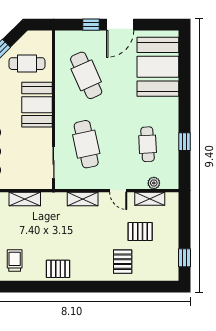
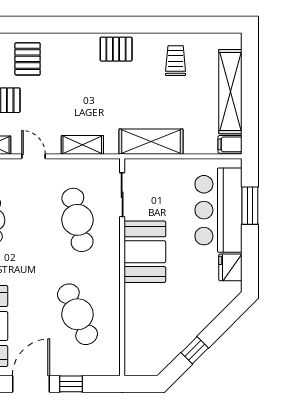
cafe table: (27, 64) -> (159, 330), removed
booth: (37, 105) -> (145, 252), moved
shelving: (25, 199) -> (151, 142), width x1.50, depth x1.33
trolley: (15, 260) -> (176, 61), turned 180

